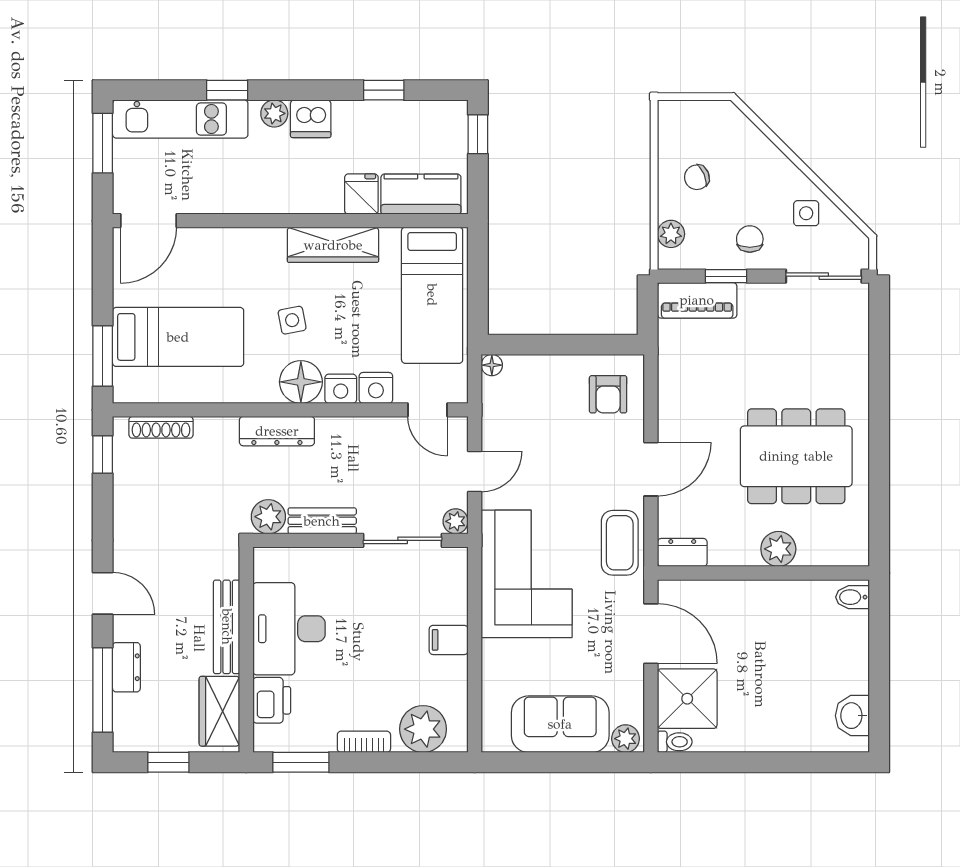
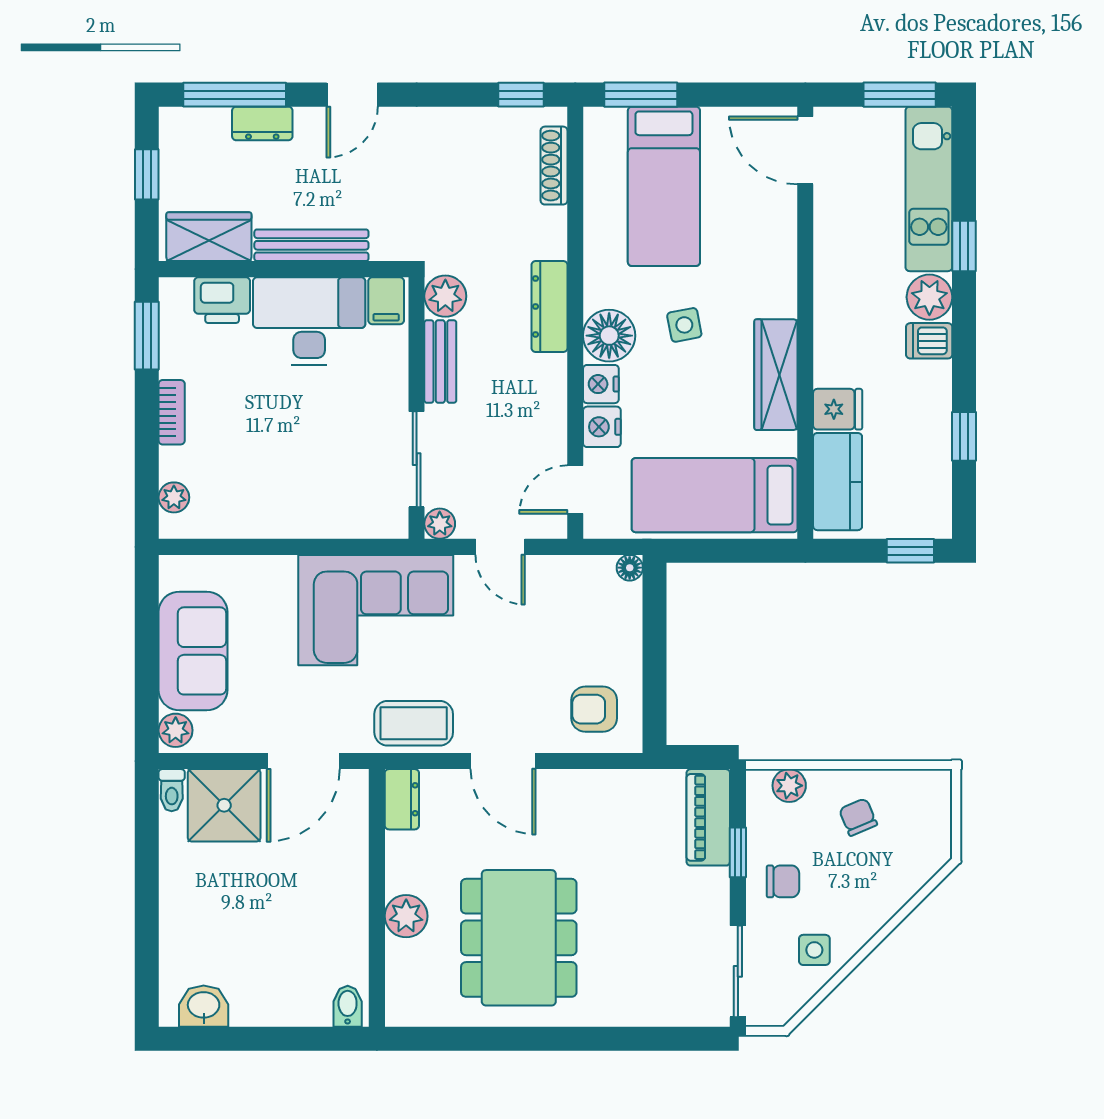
plant: (274, 113) -> (929, 297), width x1.38, depth x1.38
dishwasher: (311, 119) -> (929, 341), width x0.73
filing cabinet: (449, 640) -> (386, 301), moved, turned 180
plant: (423, 729) -> (174, 497), width x0.53, depth x0.53

